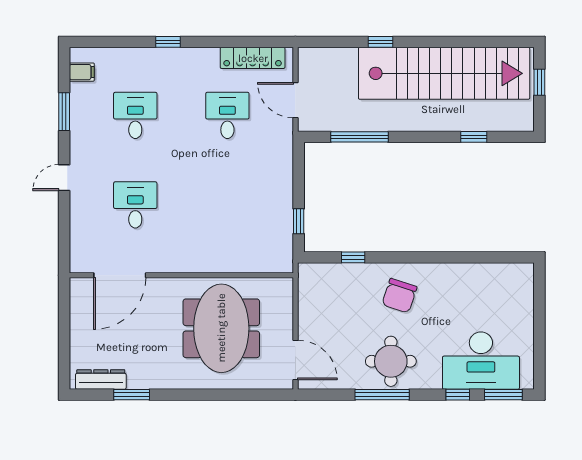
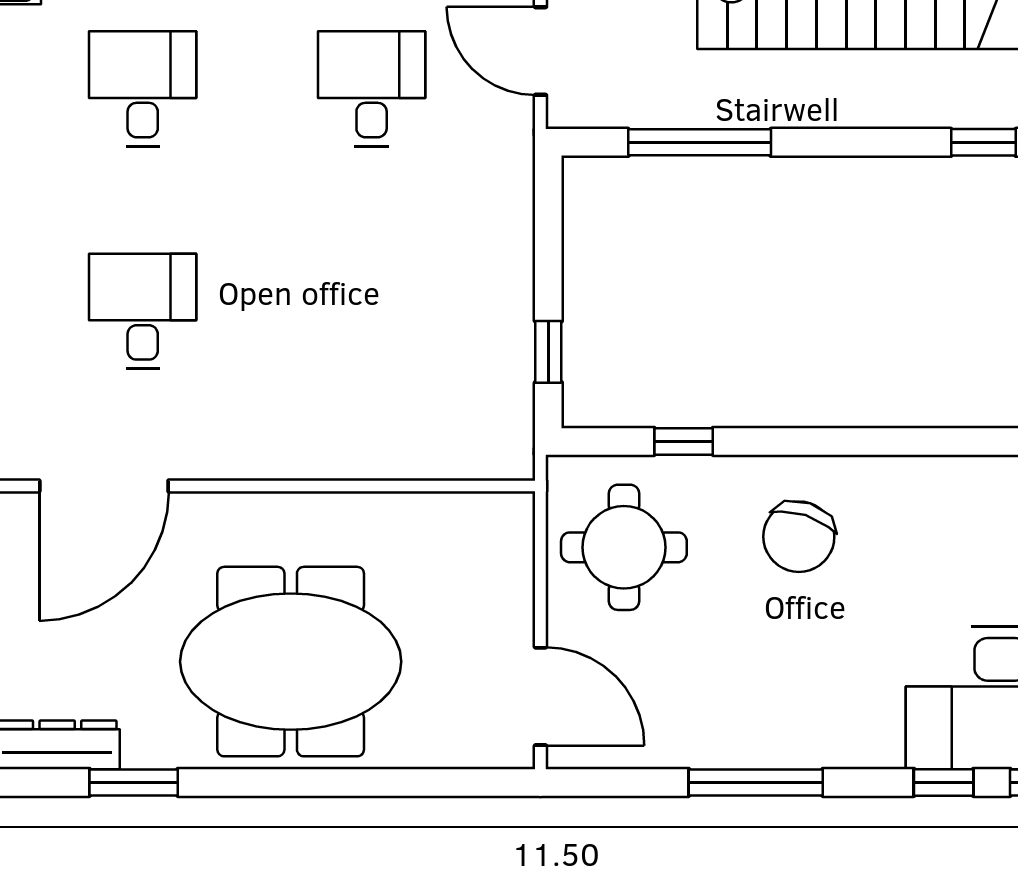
meeting table: (221, 328) -> (291, 662), moved, turned 90
round table: (391, 361) -> (624, 547), moved

